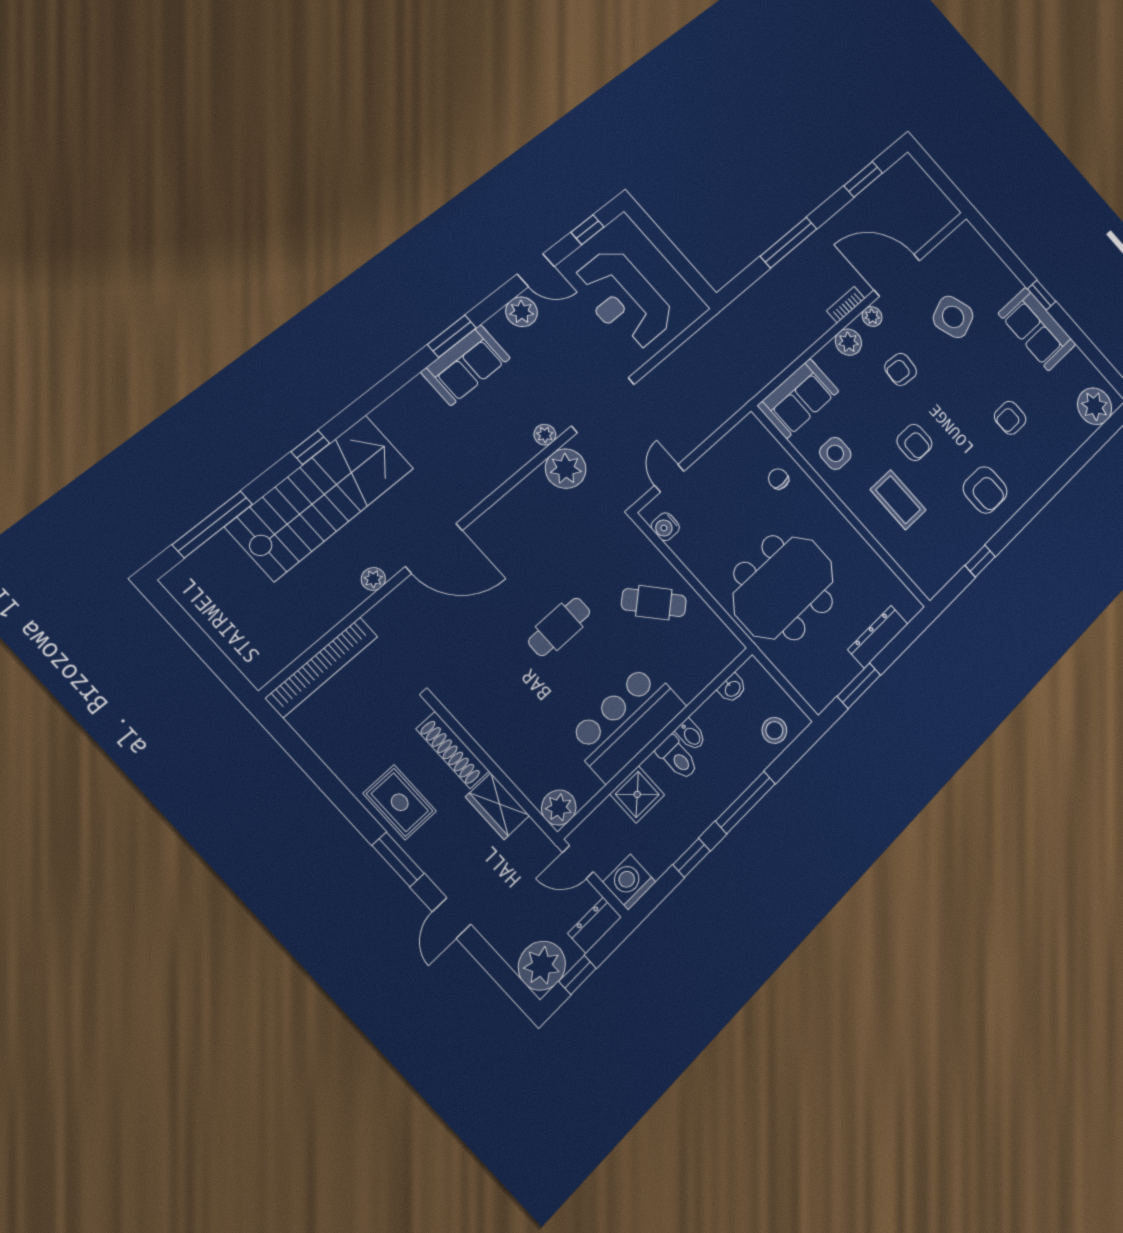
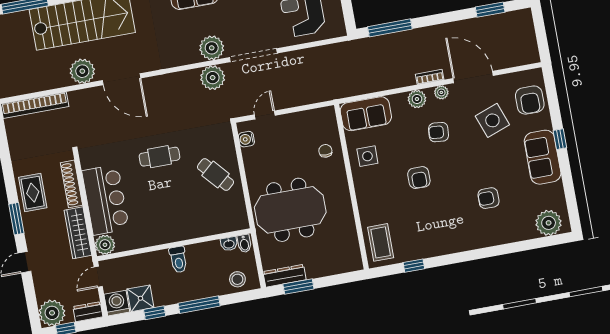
window: (789, 243) -> (390, 28), moved
plant: (545, 435) -> (212, 48), width x1.88, depth x1.88
armchair: (985, 490) -> (530, 100), moved
coffee table: (898, 500) -> (381, 242), moved
plant: (373, 579) -> (82, 71), width x1.87, depth x1.87
dresser: (878, 637) -> (285, 276), moved
bar counter: (626, 722) -> (105, 200), moved, turned 90
bidet: (691, 735) -> (244, 243), moved
shower: (637, 794) -> (140, 298), moved
wardrobe: (498, 806) -> (78, 233), width x1.50
door: (578, 862) -> (98, 277), hinge flipped

